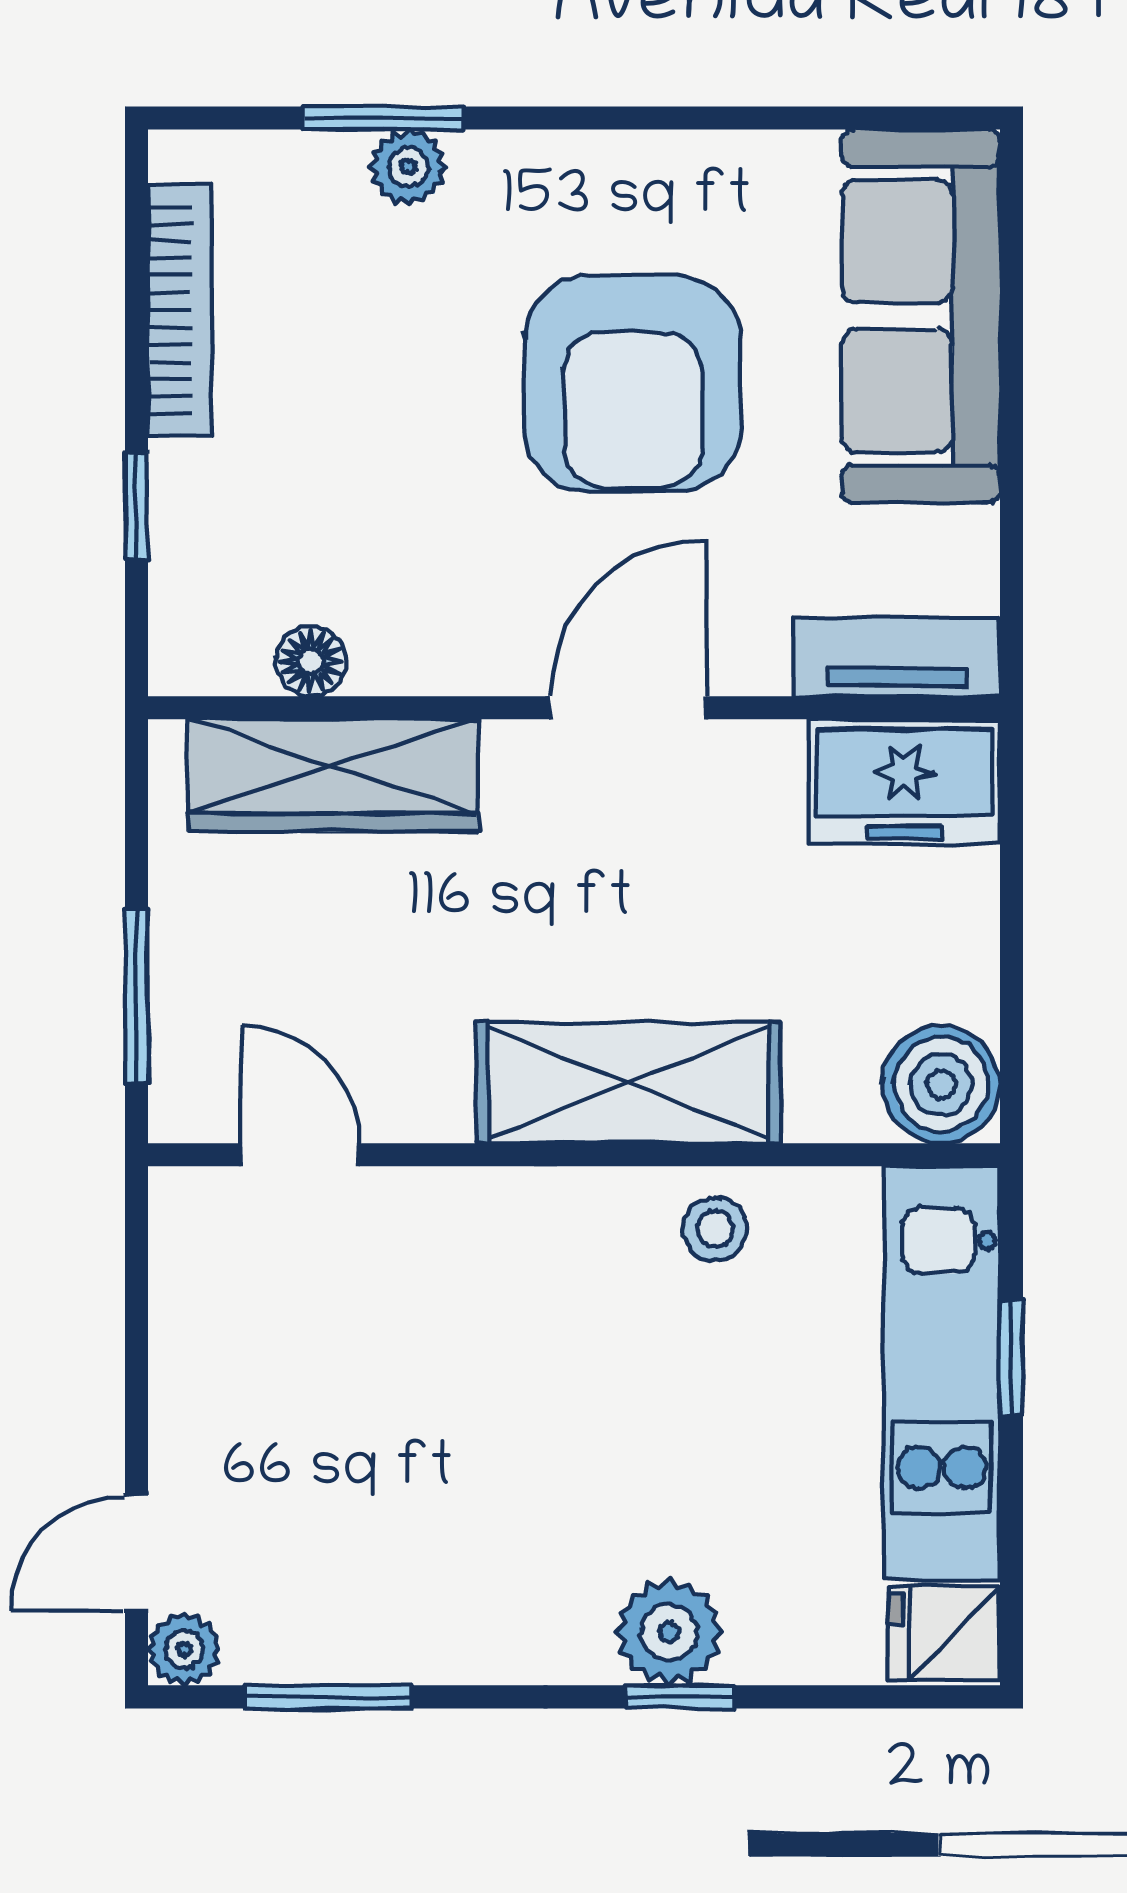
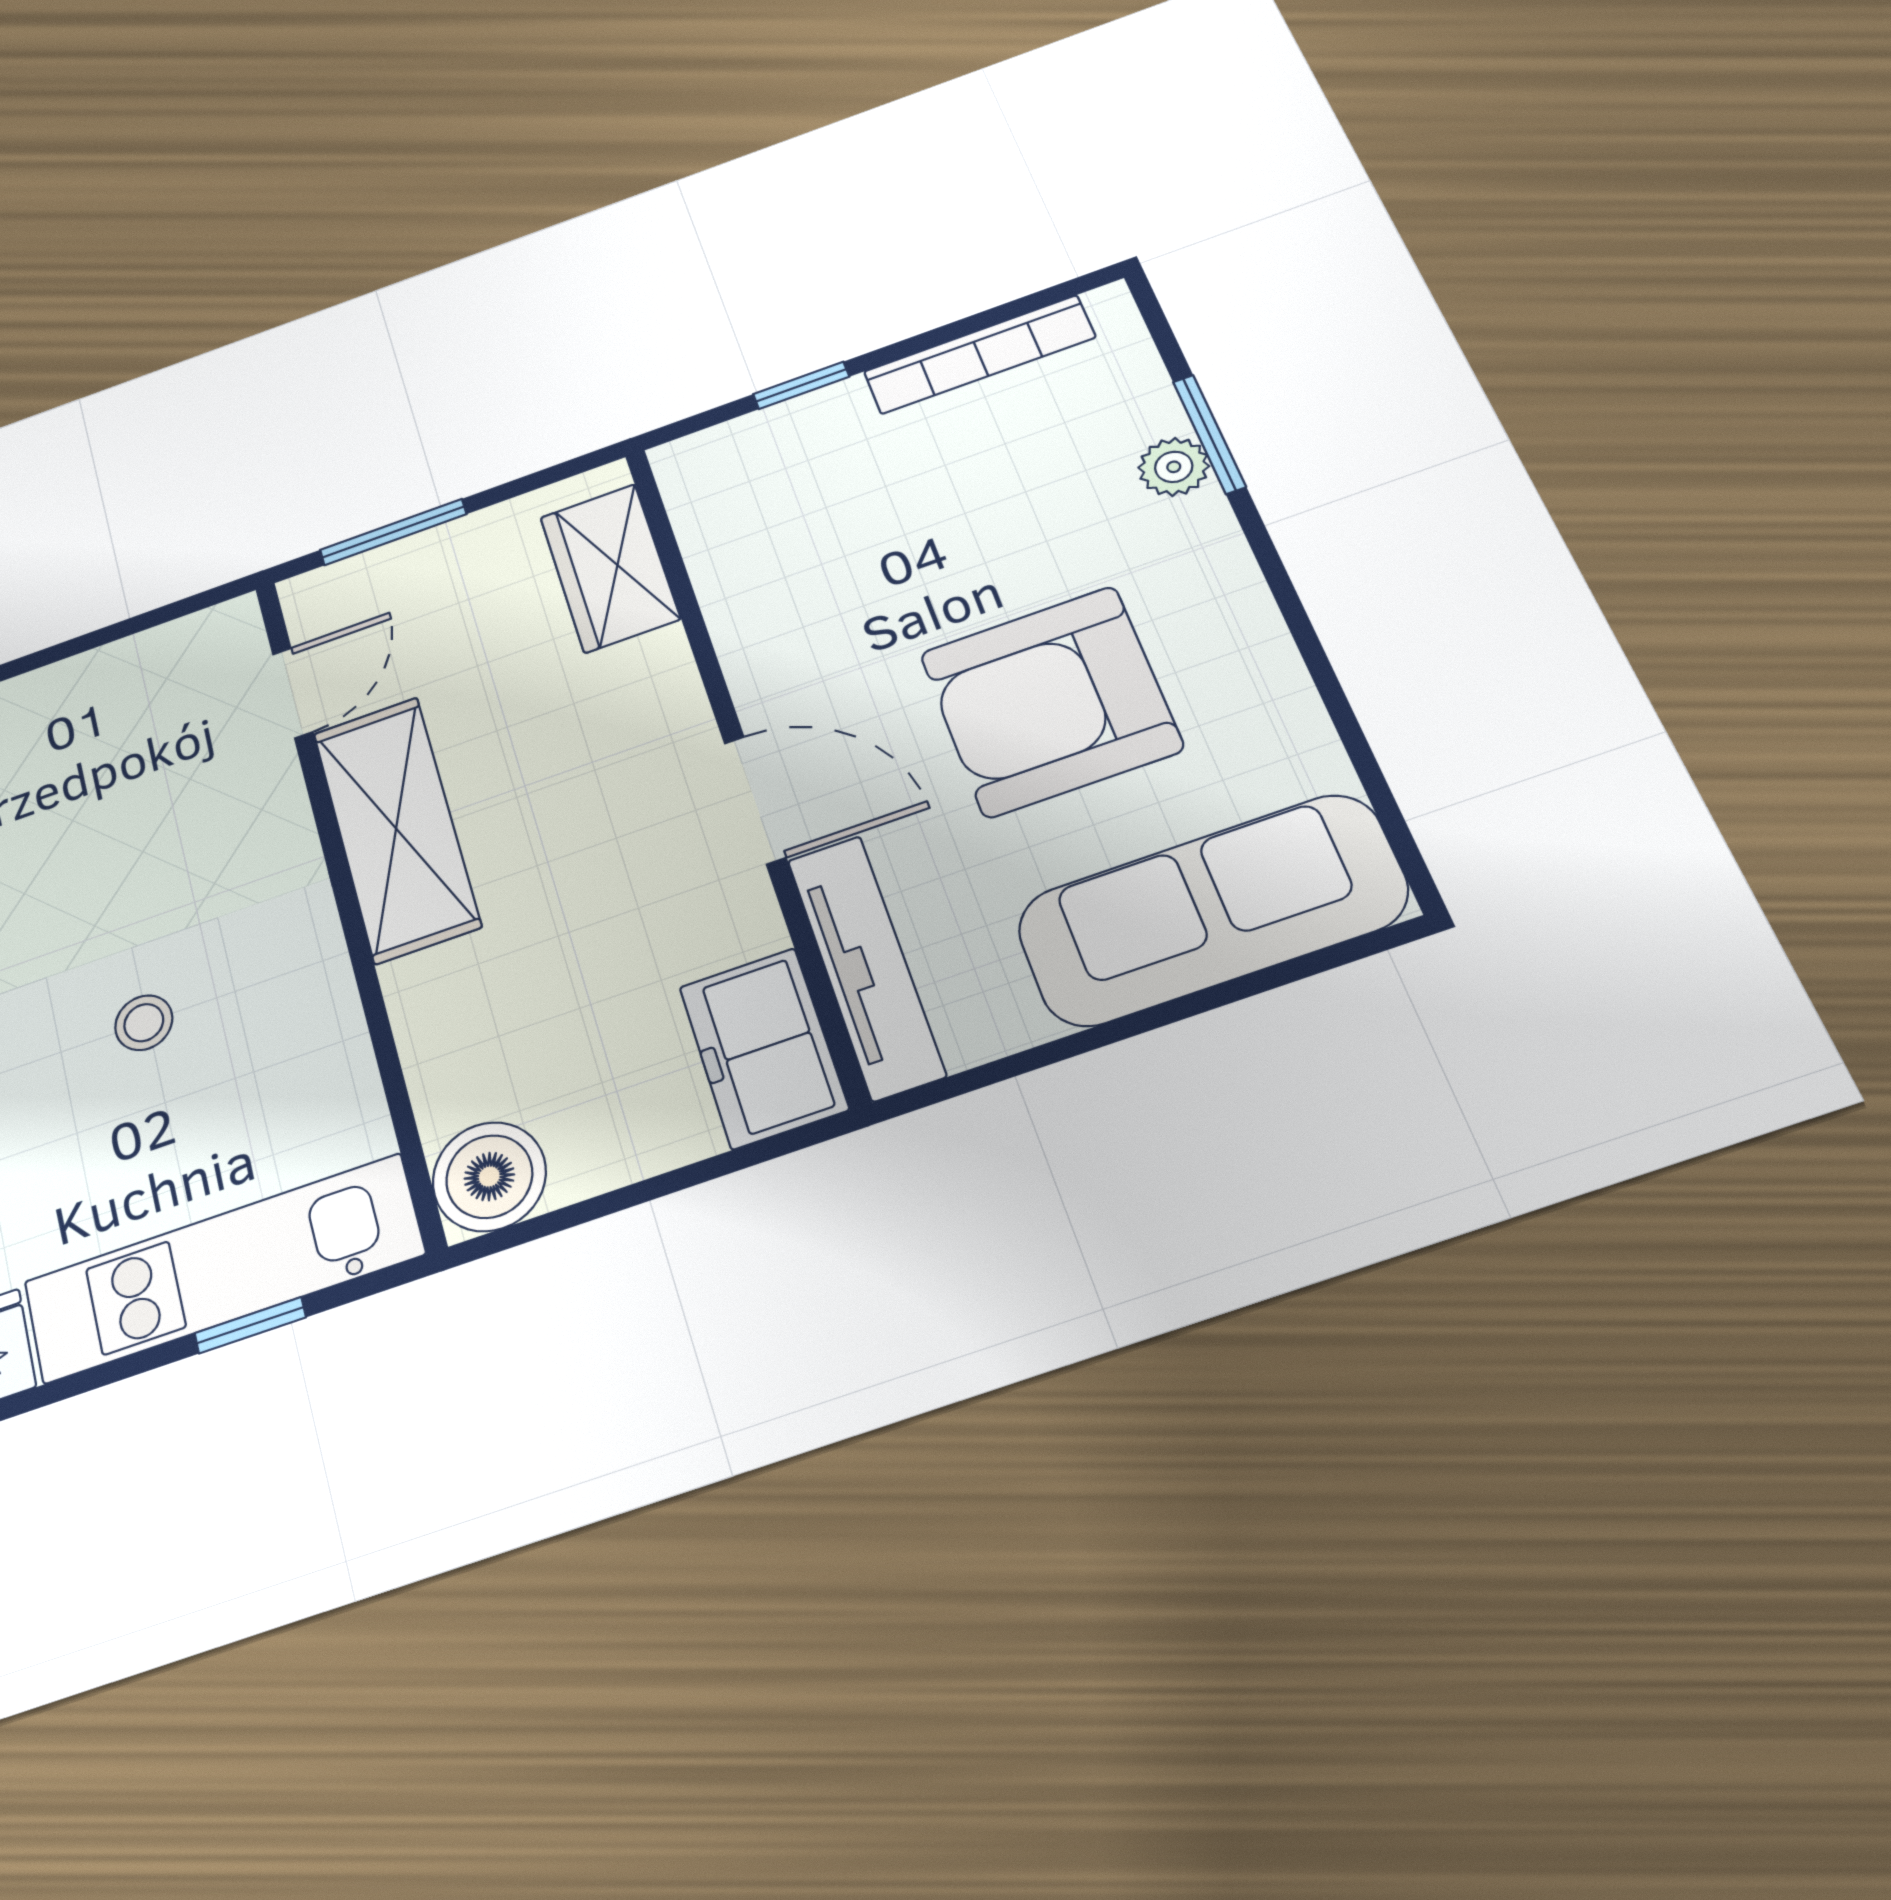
tv unit: (897, 657) -> (866, 966), width x1.41
floor lamp: (311, 661) -> (714, 552), removed
wardrobe: (333, 775) -> (610, 568), width x0.67
shelving: (628, 1083) -> (396, 828), moved
stool: (715, 1229) -> (144, 1023), moved

